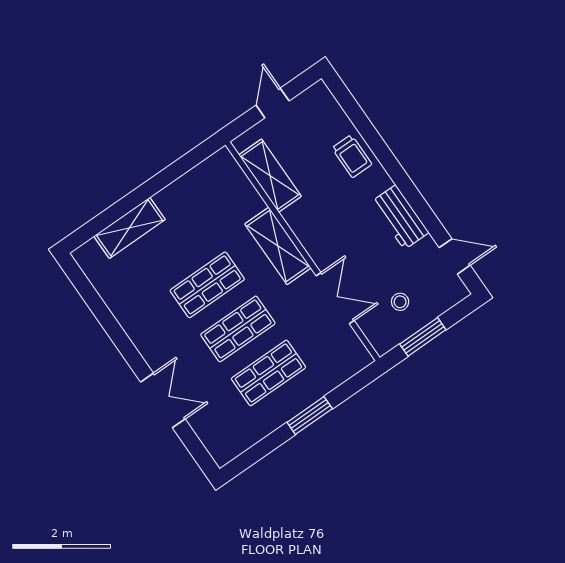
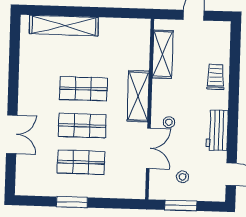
trolley: (352, 156) -> (216, 77), turned 180
shelving: (129, 228) -> (64, 26), width x1.47
stool: (337, 250) -> (169, 122), added
window: (310, 416) -> (72, 202), moved

